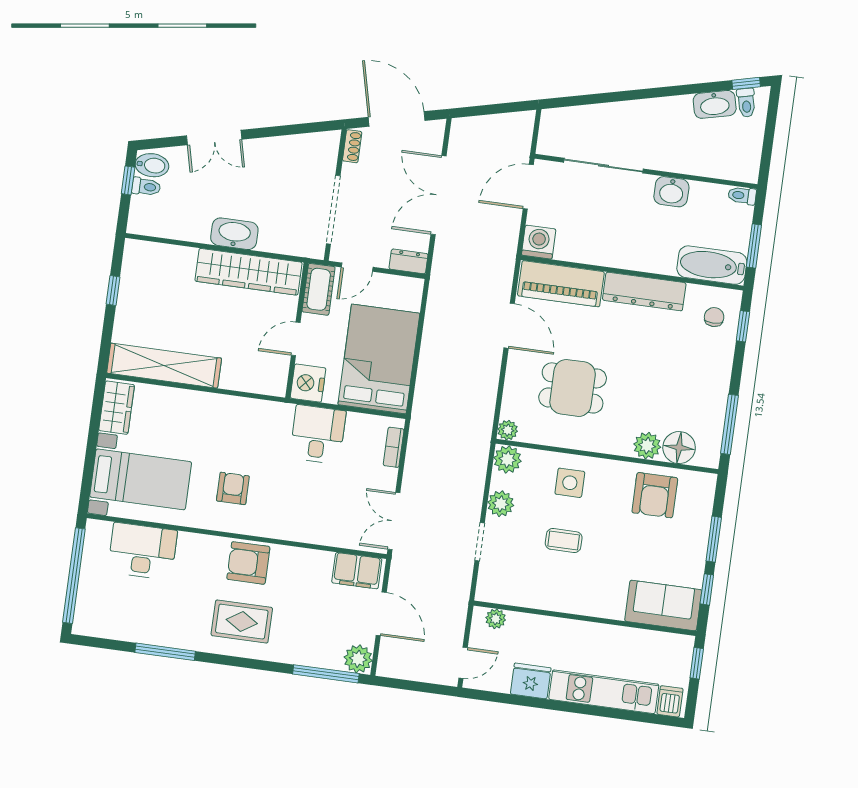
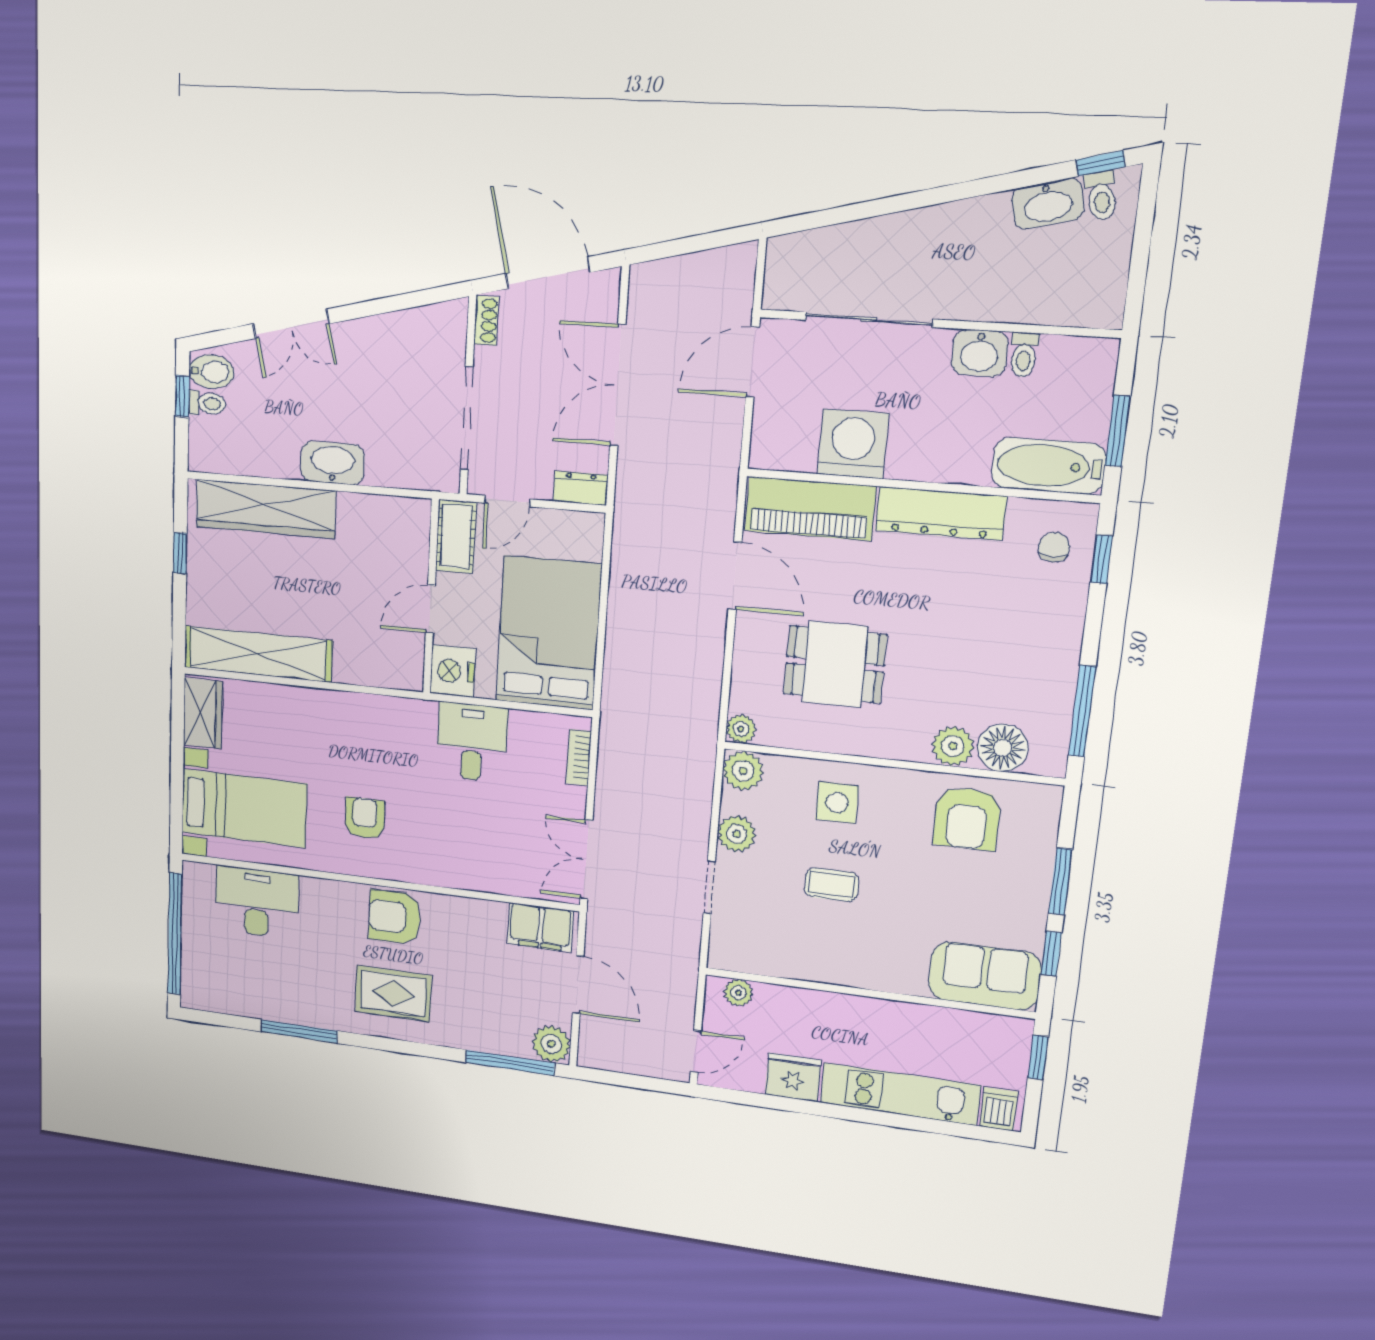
toilet: (742, 196) -> (1024, 355), moved, turned -90
washing machine: (539, 242) -> (853, 444), moved, width x1.37, depth x1.37
wardrobe: (249, 272) -> (265, 509), moved

